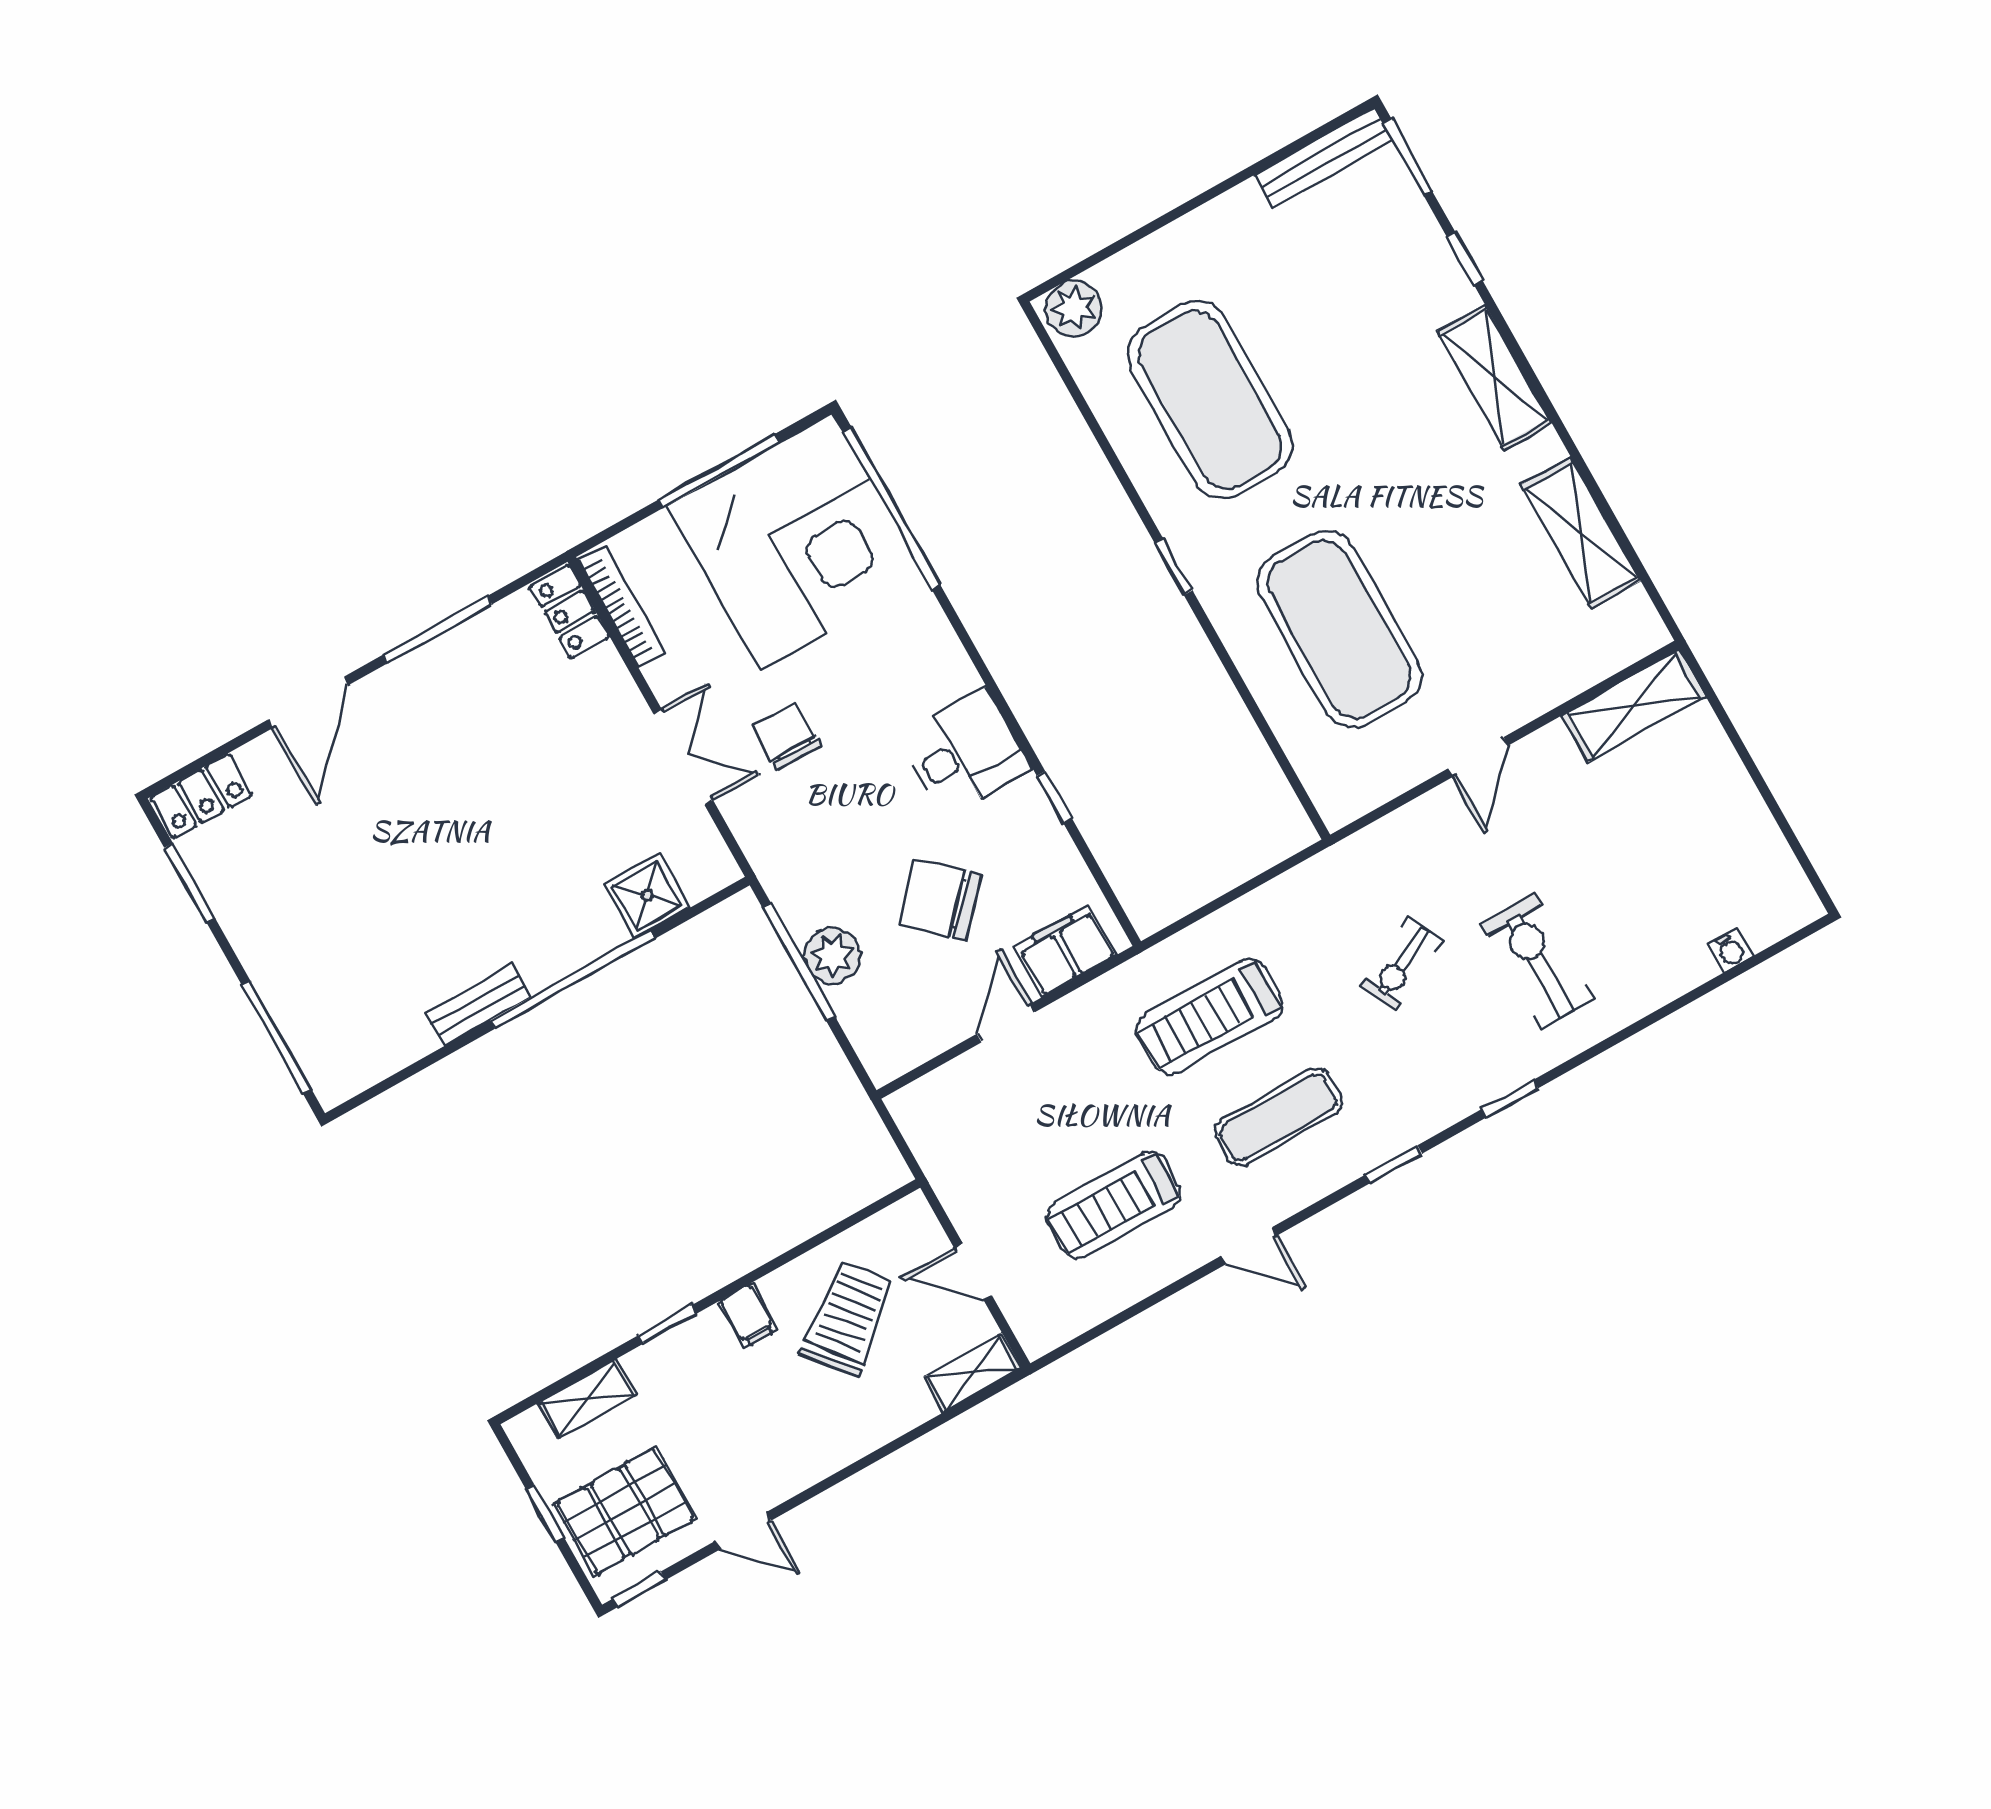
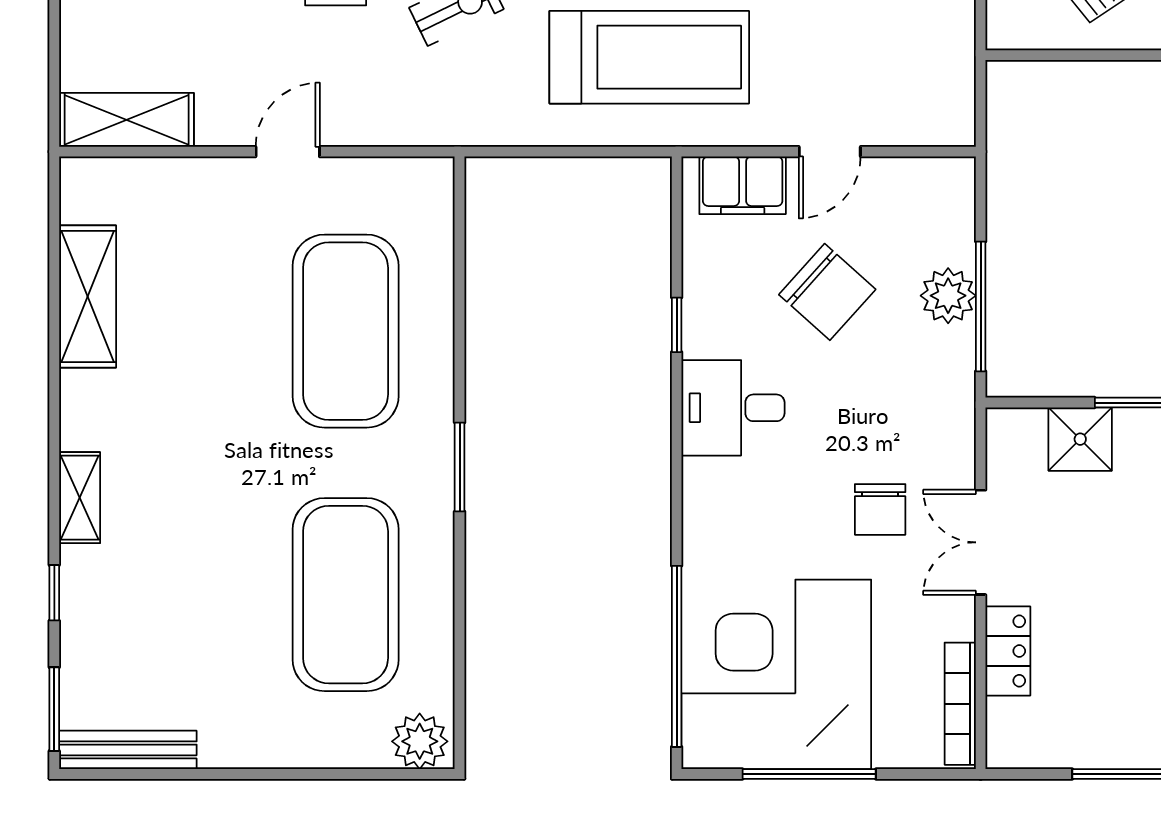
shelving: (1495, 377) -> (80, 498), width x0.67, depth x0.75
window: (1174, 567) -> (460, 467), width x1.50
locker: (570, 612) -> (1008, 651), moved
treadmill: (1209, 1017) -> (649, 57), width x1.37, depth x1.38

